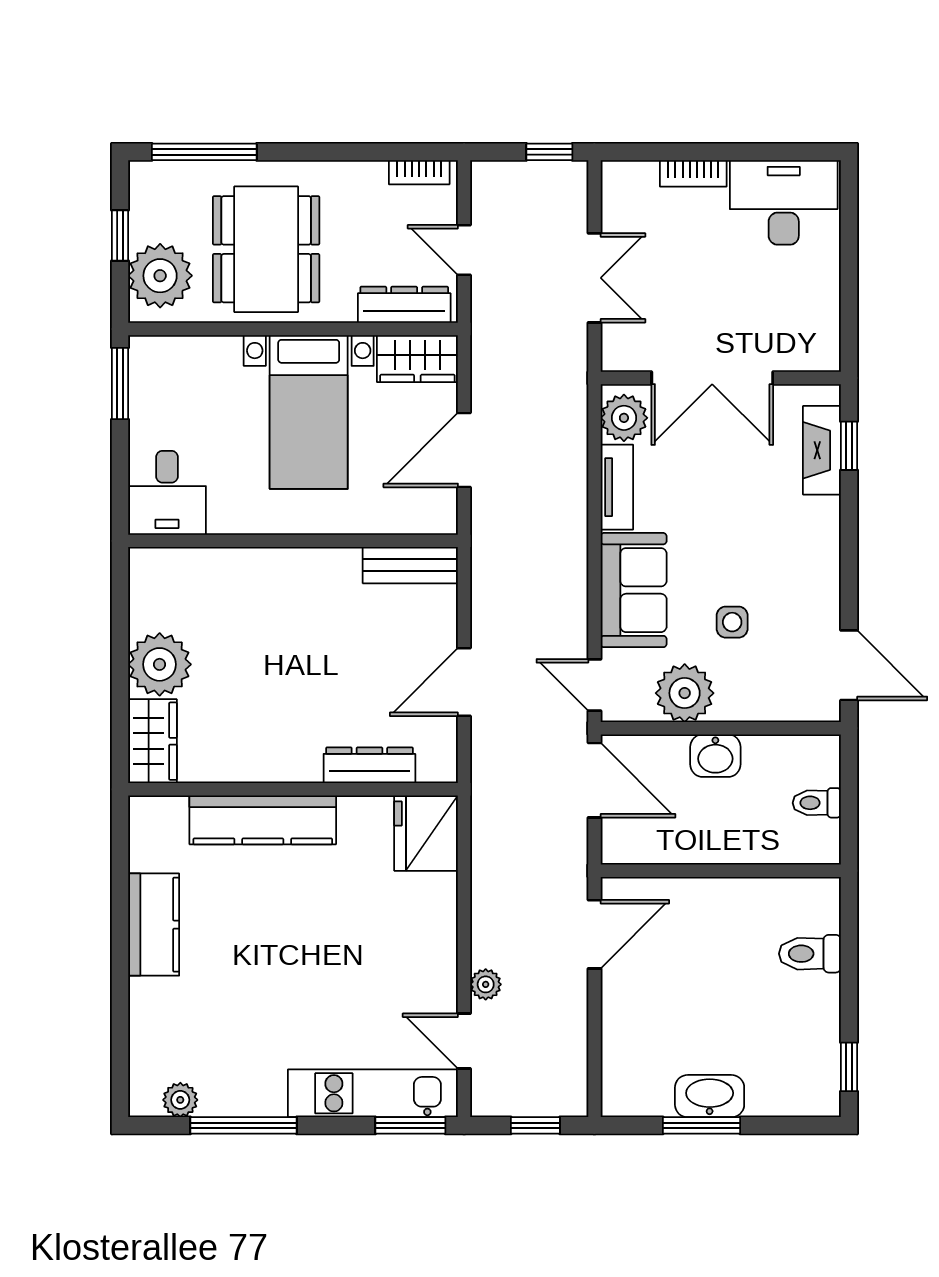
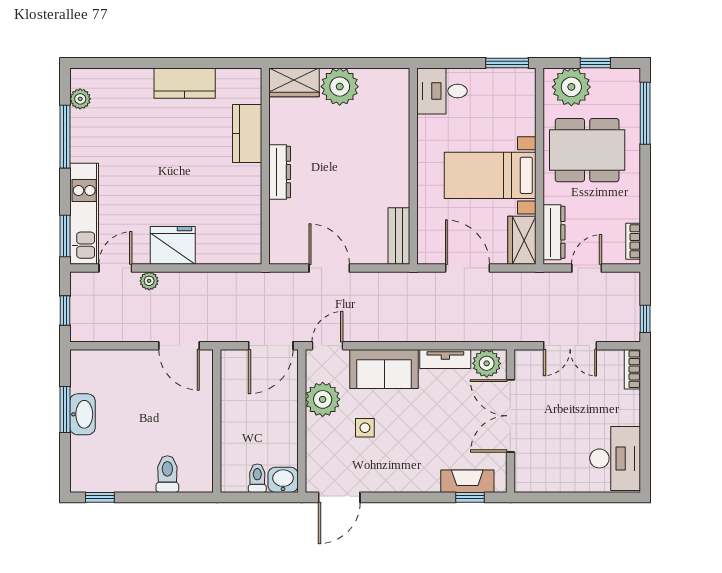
bookcase: (693, 173) -> (632, 369), moved
washbasin: (715, 756) -> (283, 480), moved, turned 90
dresser: (369, 765) -> (280, 172), moved
kitchen counter: (263, 820) -> (247, 134), width x0.67
fridge: (426, 833) -> (173, 245), moved

